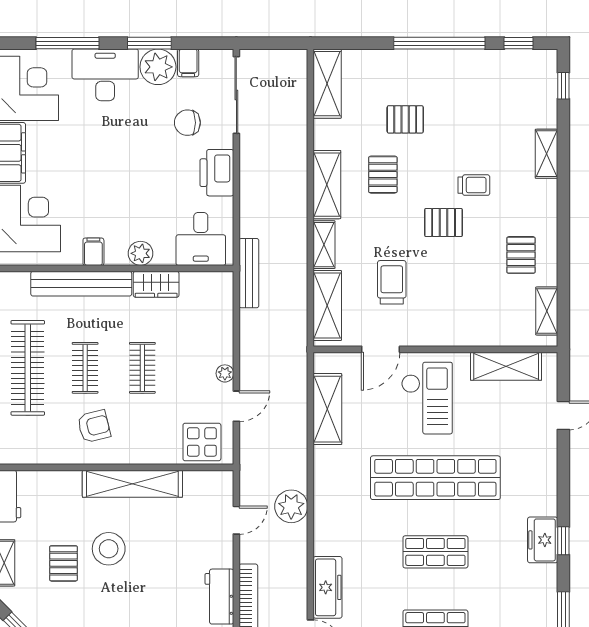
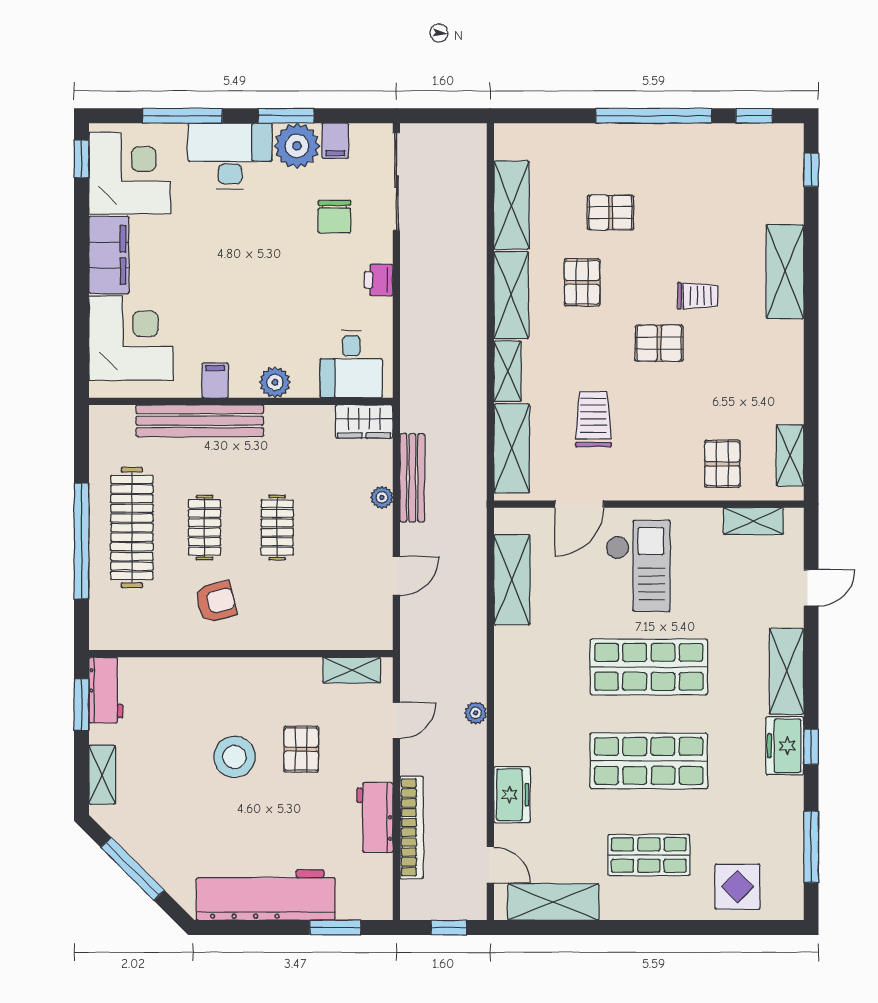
shelving: (327, 84) -> (511, 205), moved
chair: (187, 123) -> (334, 217), turned -90
shelving: (546, 154) -> (785, 272), width x1.50, depth x1.33
printer: (217, 173) -> (379, 280), width x0.53, depth x0.68
pallet: (521, 255) -> (722, 464), moved
bench: (249, 273) -> (412, 478), moved
wardrobe: (156, 284) -> (364, 422), moved
shelving: (506, 366) -> (753, 521), width x0.67, depth x0.75
plant: (225, 373) -> (382, 497), moved
display table: (202, 442) -> (353, 622), removed
shop shelf: (435, 478) -> (649, 667), width x0.71
shelving: (544, 481) -> (787, 671), added
shelving: (132, 484) -> (352, 670), moved, width x0.45, depth x0.75
plant: (291, 506) -> (476, 713), width x0.53, depth x0.53
shop shelf: (435, 552) -> (649, 761), width x1.43, depth x1.36
pallet: (63, 563) -> (301, 749), moved
freezer: (328, 587) -> (512, 795), width x0.71

